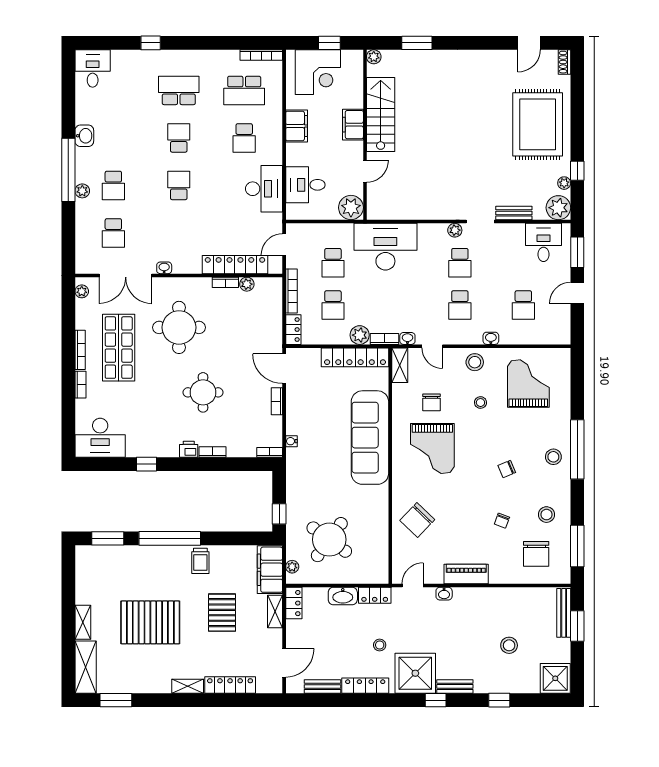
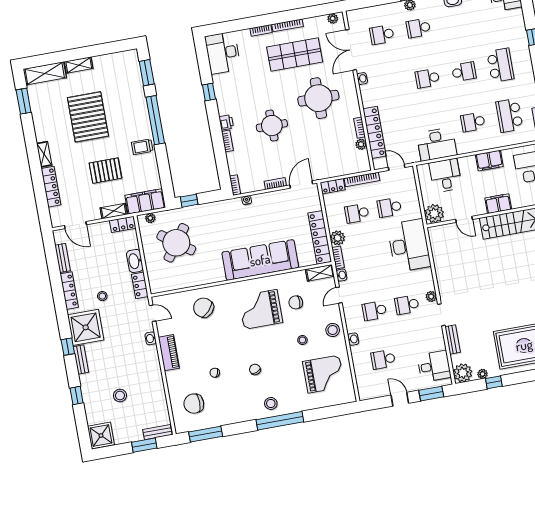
school desk: (179, 185) -> (427, 78), turned 180
stool: (546, 515) -> (226, 406), removed
bench: (564, 613) -> (157, 432), width x0.73

